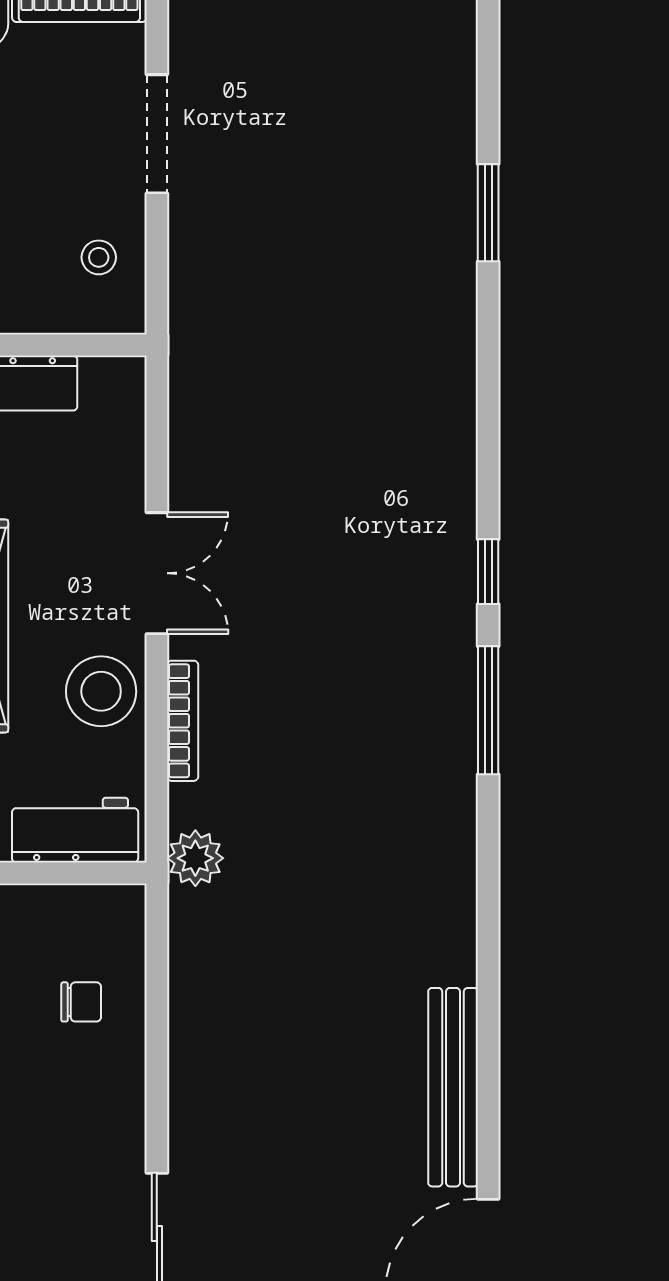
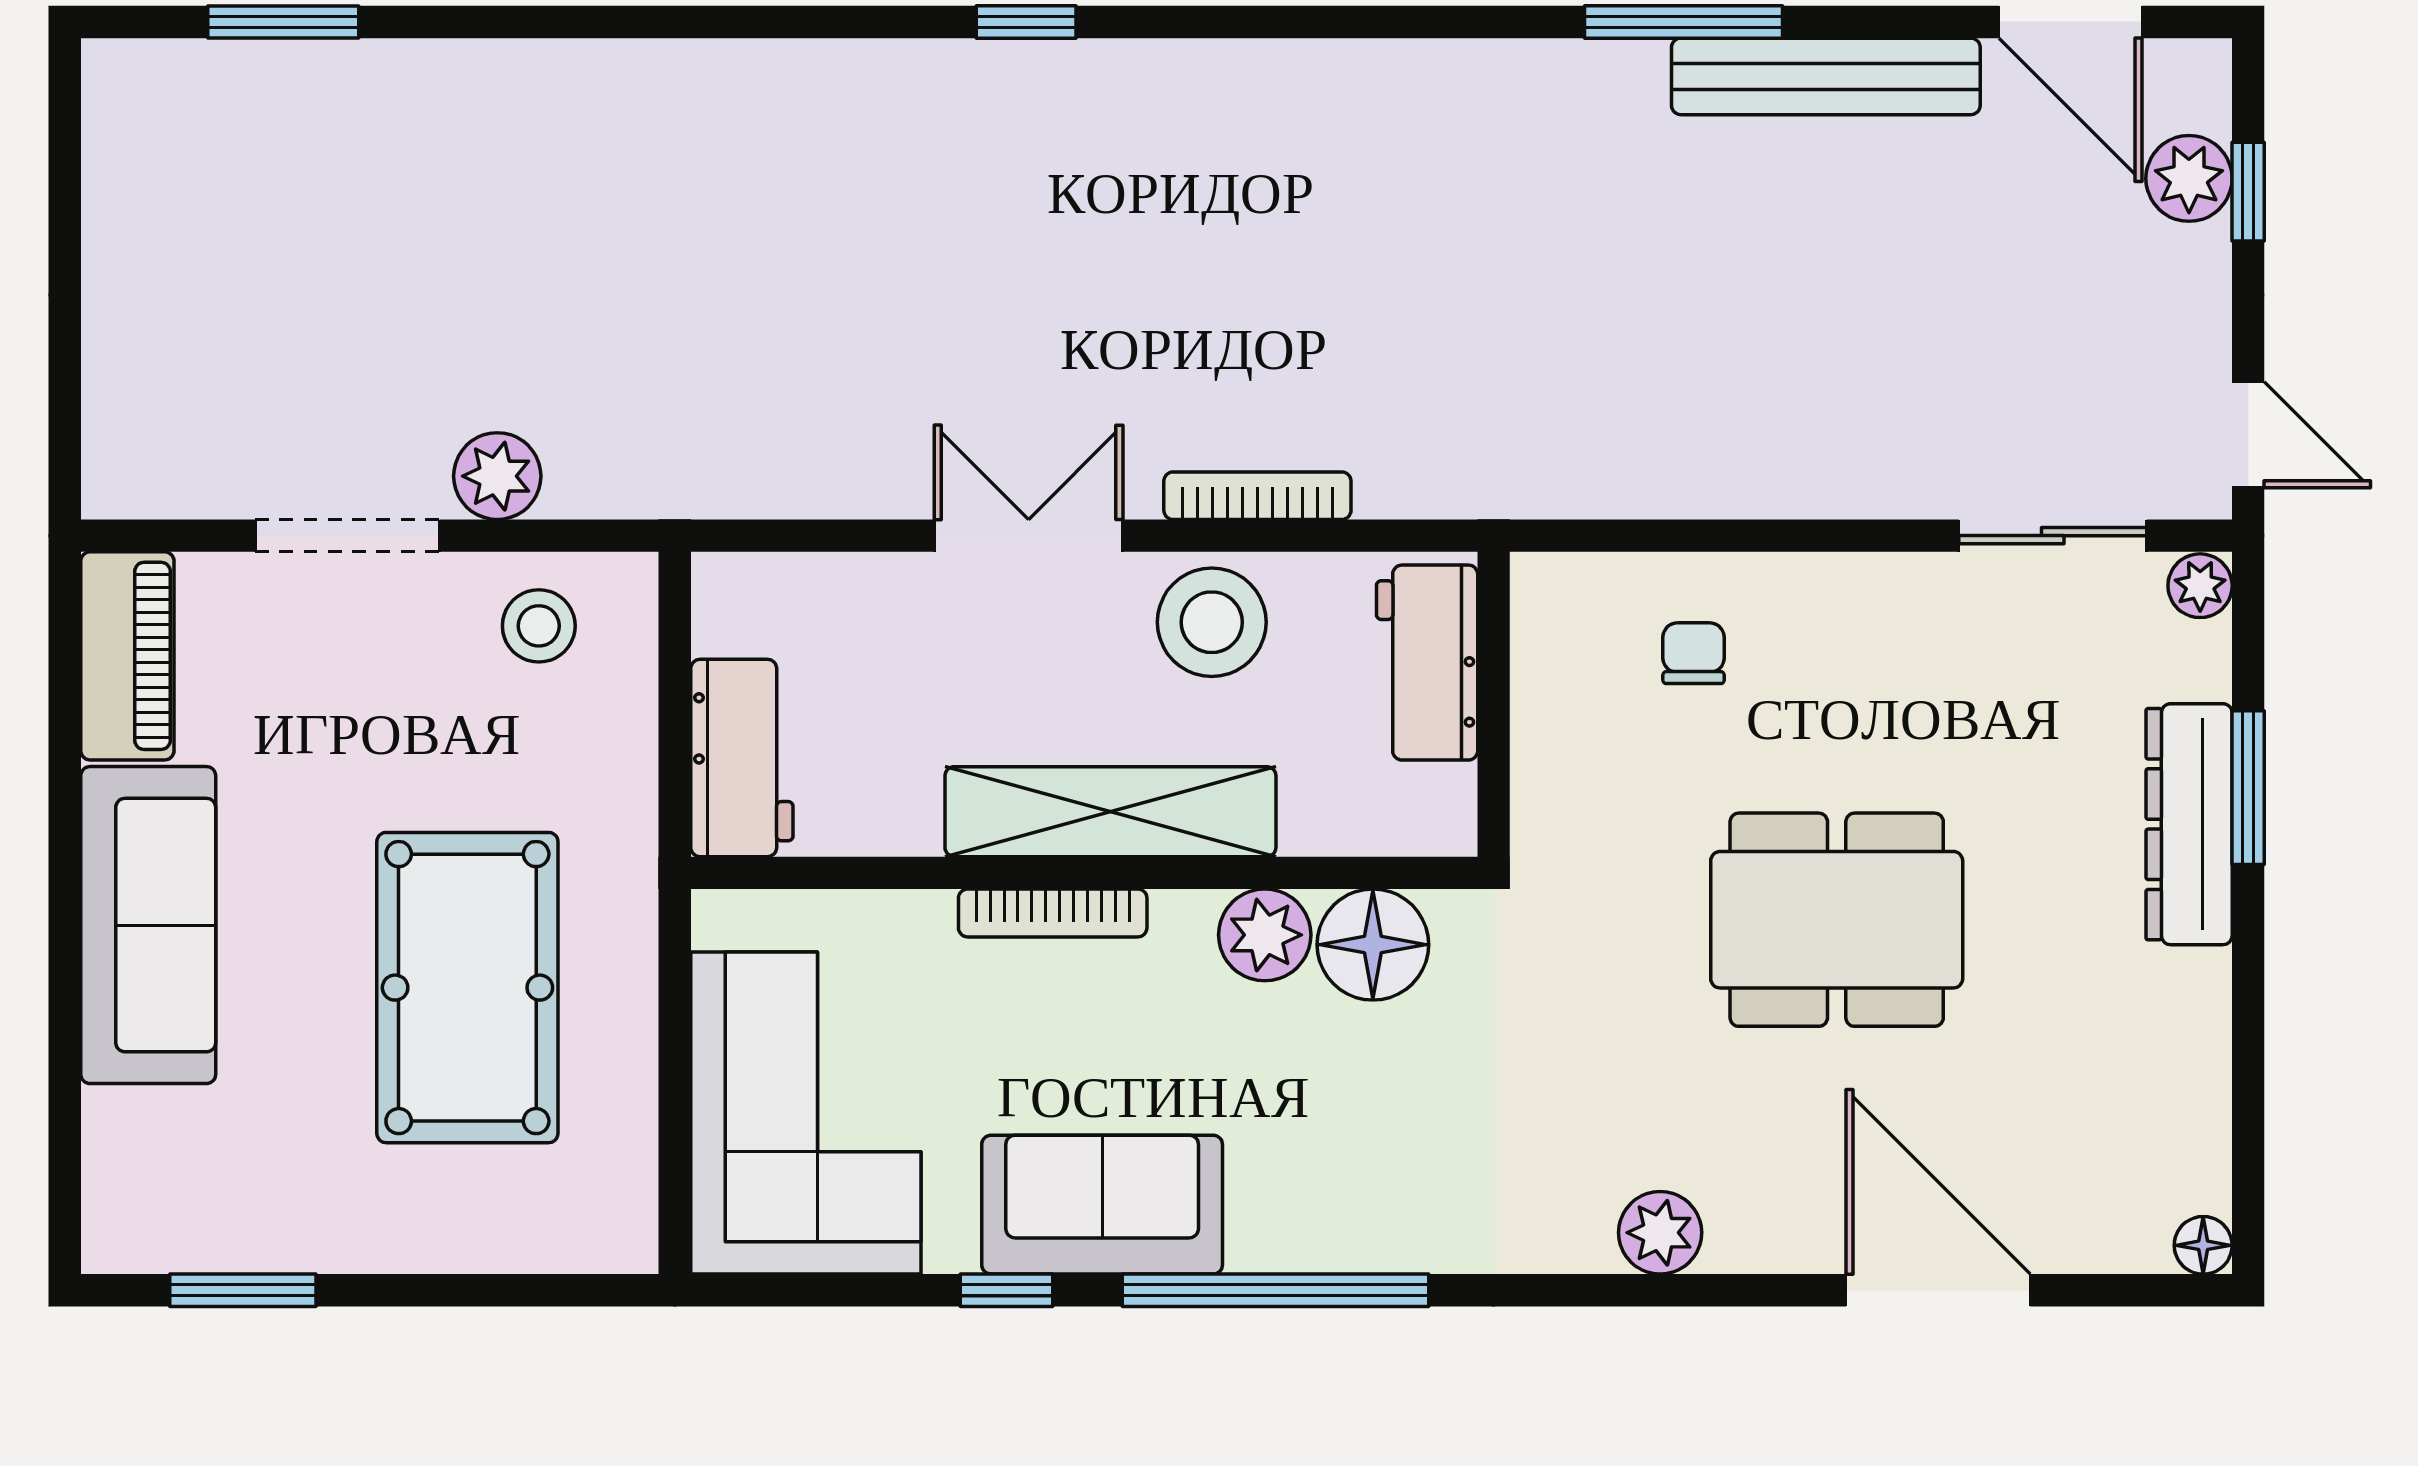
window: (488, 213) -> (283, 22), moved
stool: (99, 257) -> (539, 626), width x1.37, depth x1.37
window: (488, 710) -> (1683, 22), moved
plant: (195, 858) -> (497, 476), moved

